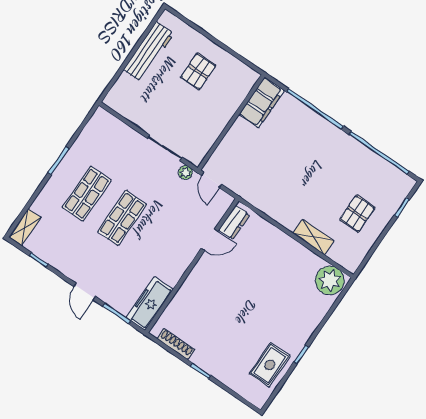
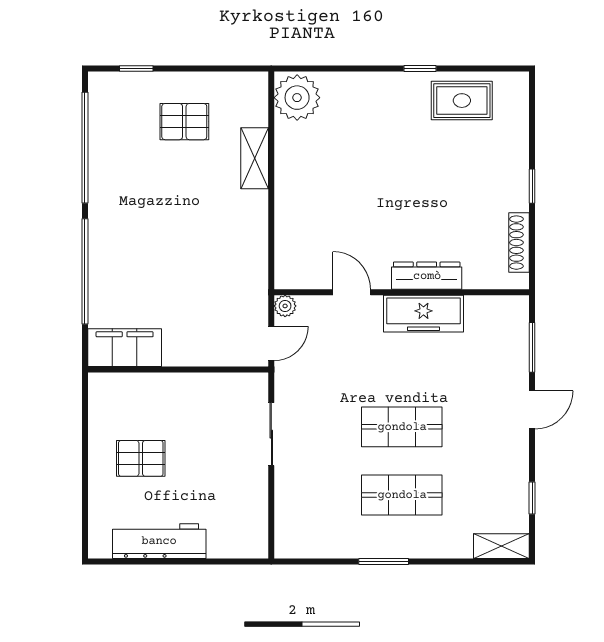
plant: (185, 172) -> (285, 306), moved
dresser: (234, 222) -> (427, 276), moved, width x1.44
freezer: (150, 304) -> (423, 314), moved

